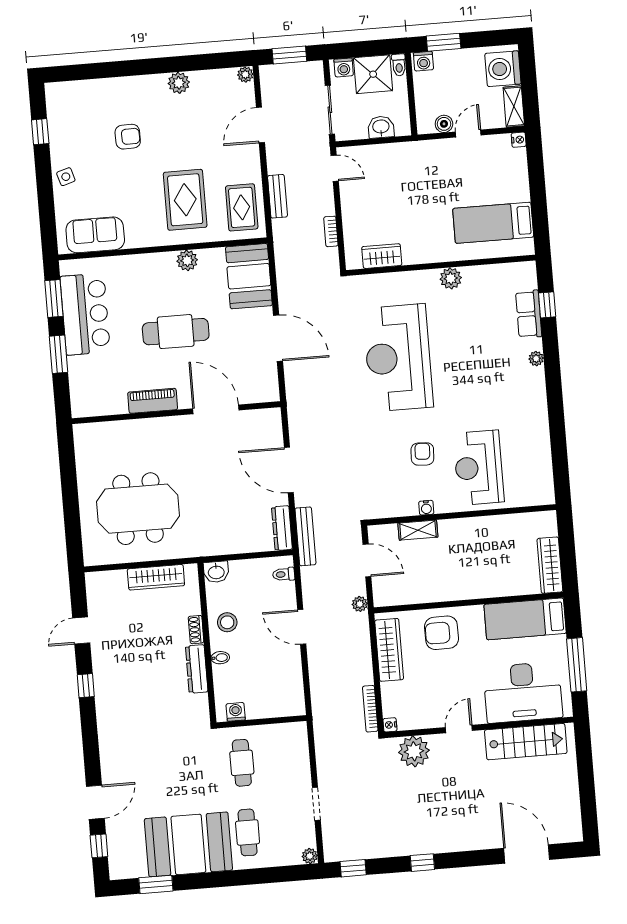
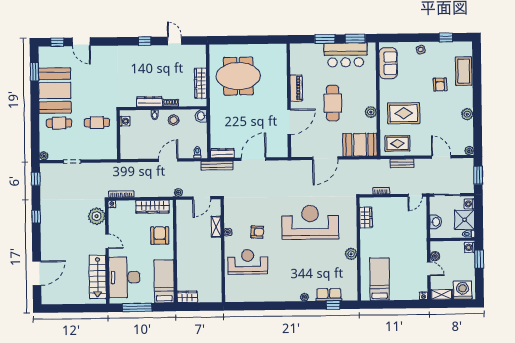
coffee table: (100, 95) -> (464, 71), added
meeting table: (138, 509) -> (238, 76), turned 90
wardrobe: (550, 565) -> (187, 297), width x0.67

